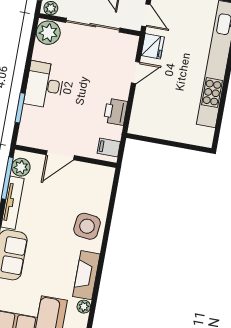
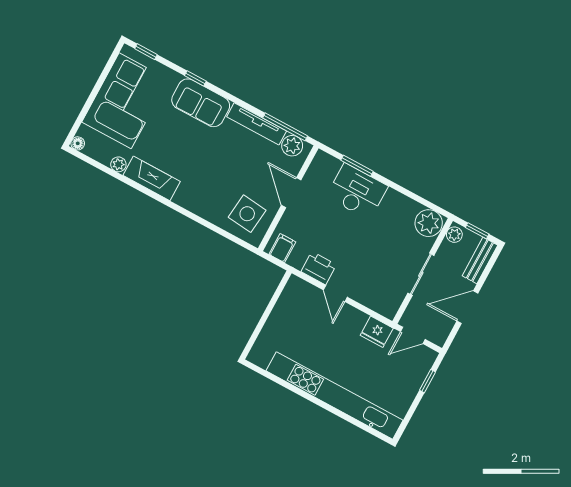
sliding door: (93, 25) -> (421, 274), width x0.73
door: (136, 73) -> (335, 293), moved
desk: (44, 85) -> (357, 191), moved
side table: (87, 226) -> (247, 214), moved

